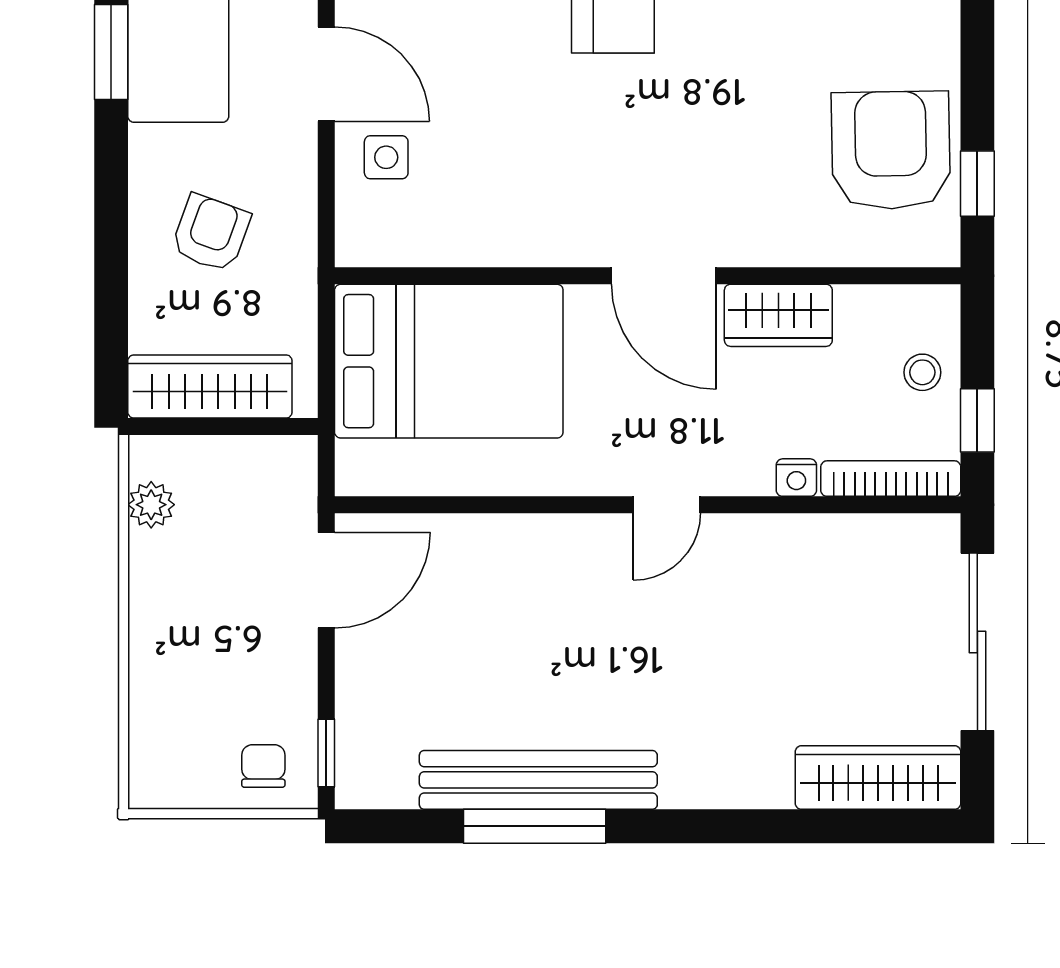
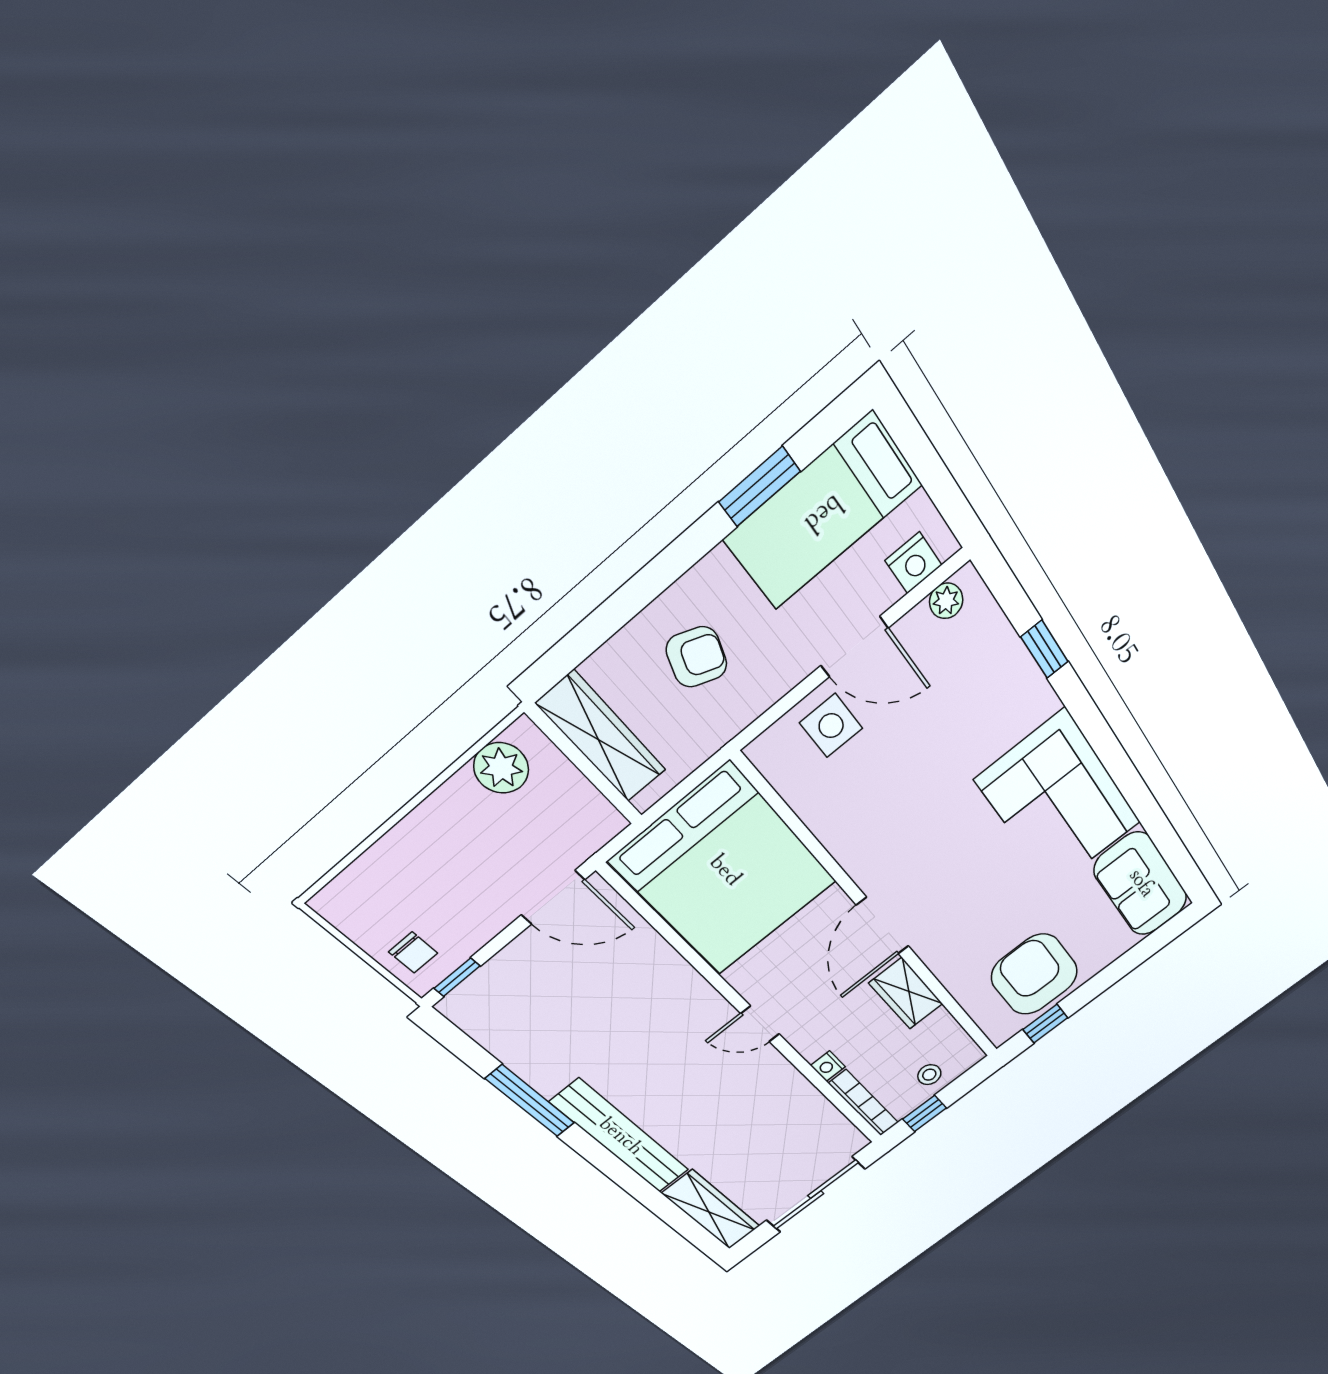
door: (326, 74) -> (854, 647), hinge flipped
armchair: (891, 150) -> (1034, 975), turned -89
side table: (386, 157) -> (831, 726), width x1.37, depth x1.37
bed: (449, 361) -> (724, 871), width x1.36
plant: (151, 505) -> (501, 768), width x1.38, depth x1.38
chair: (263, 766) -> (413, 952), turned 90
bench: (538, 780) -> (620, 1137), moved

